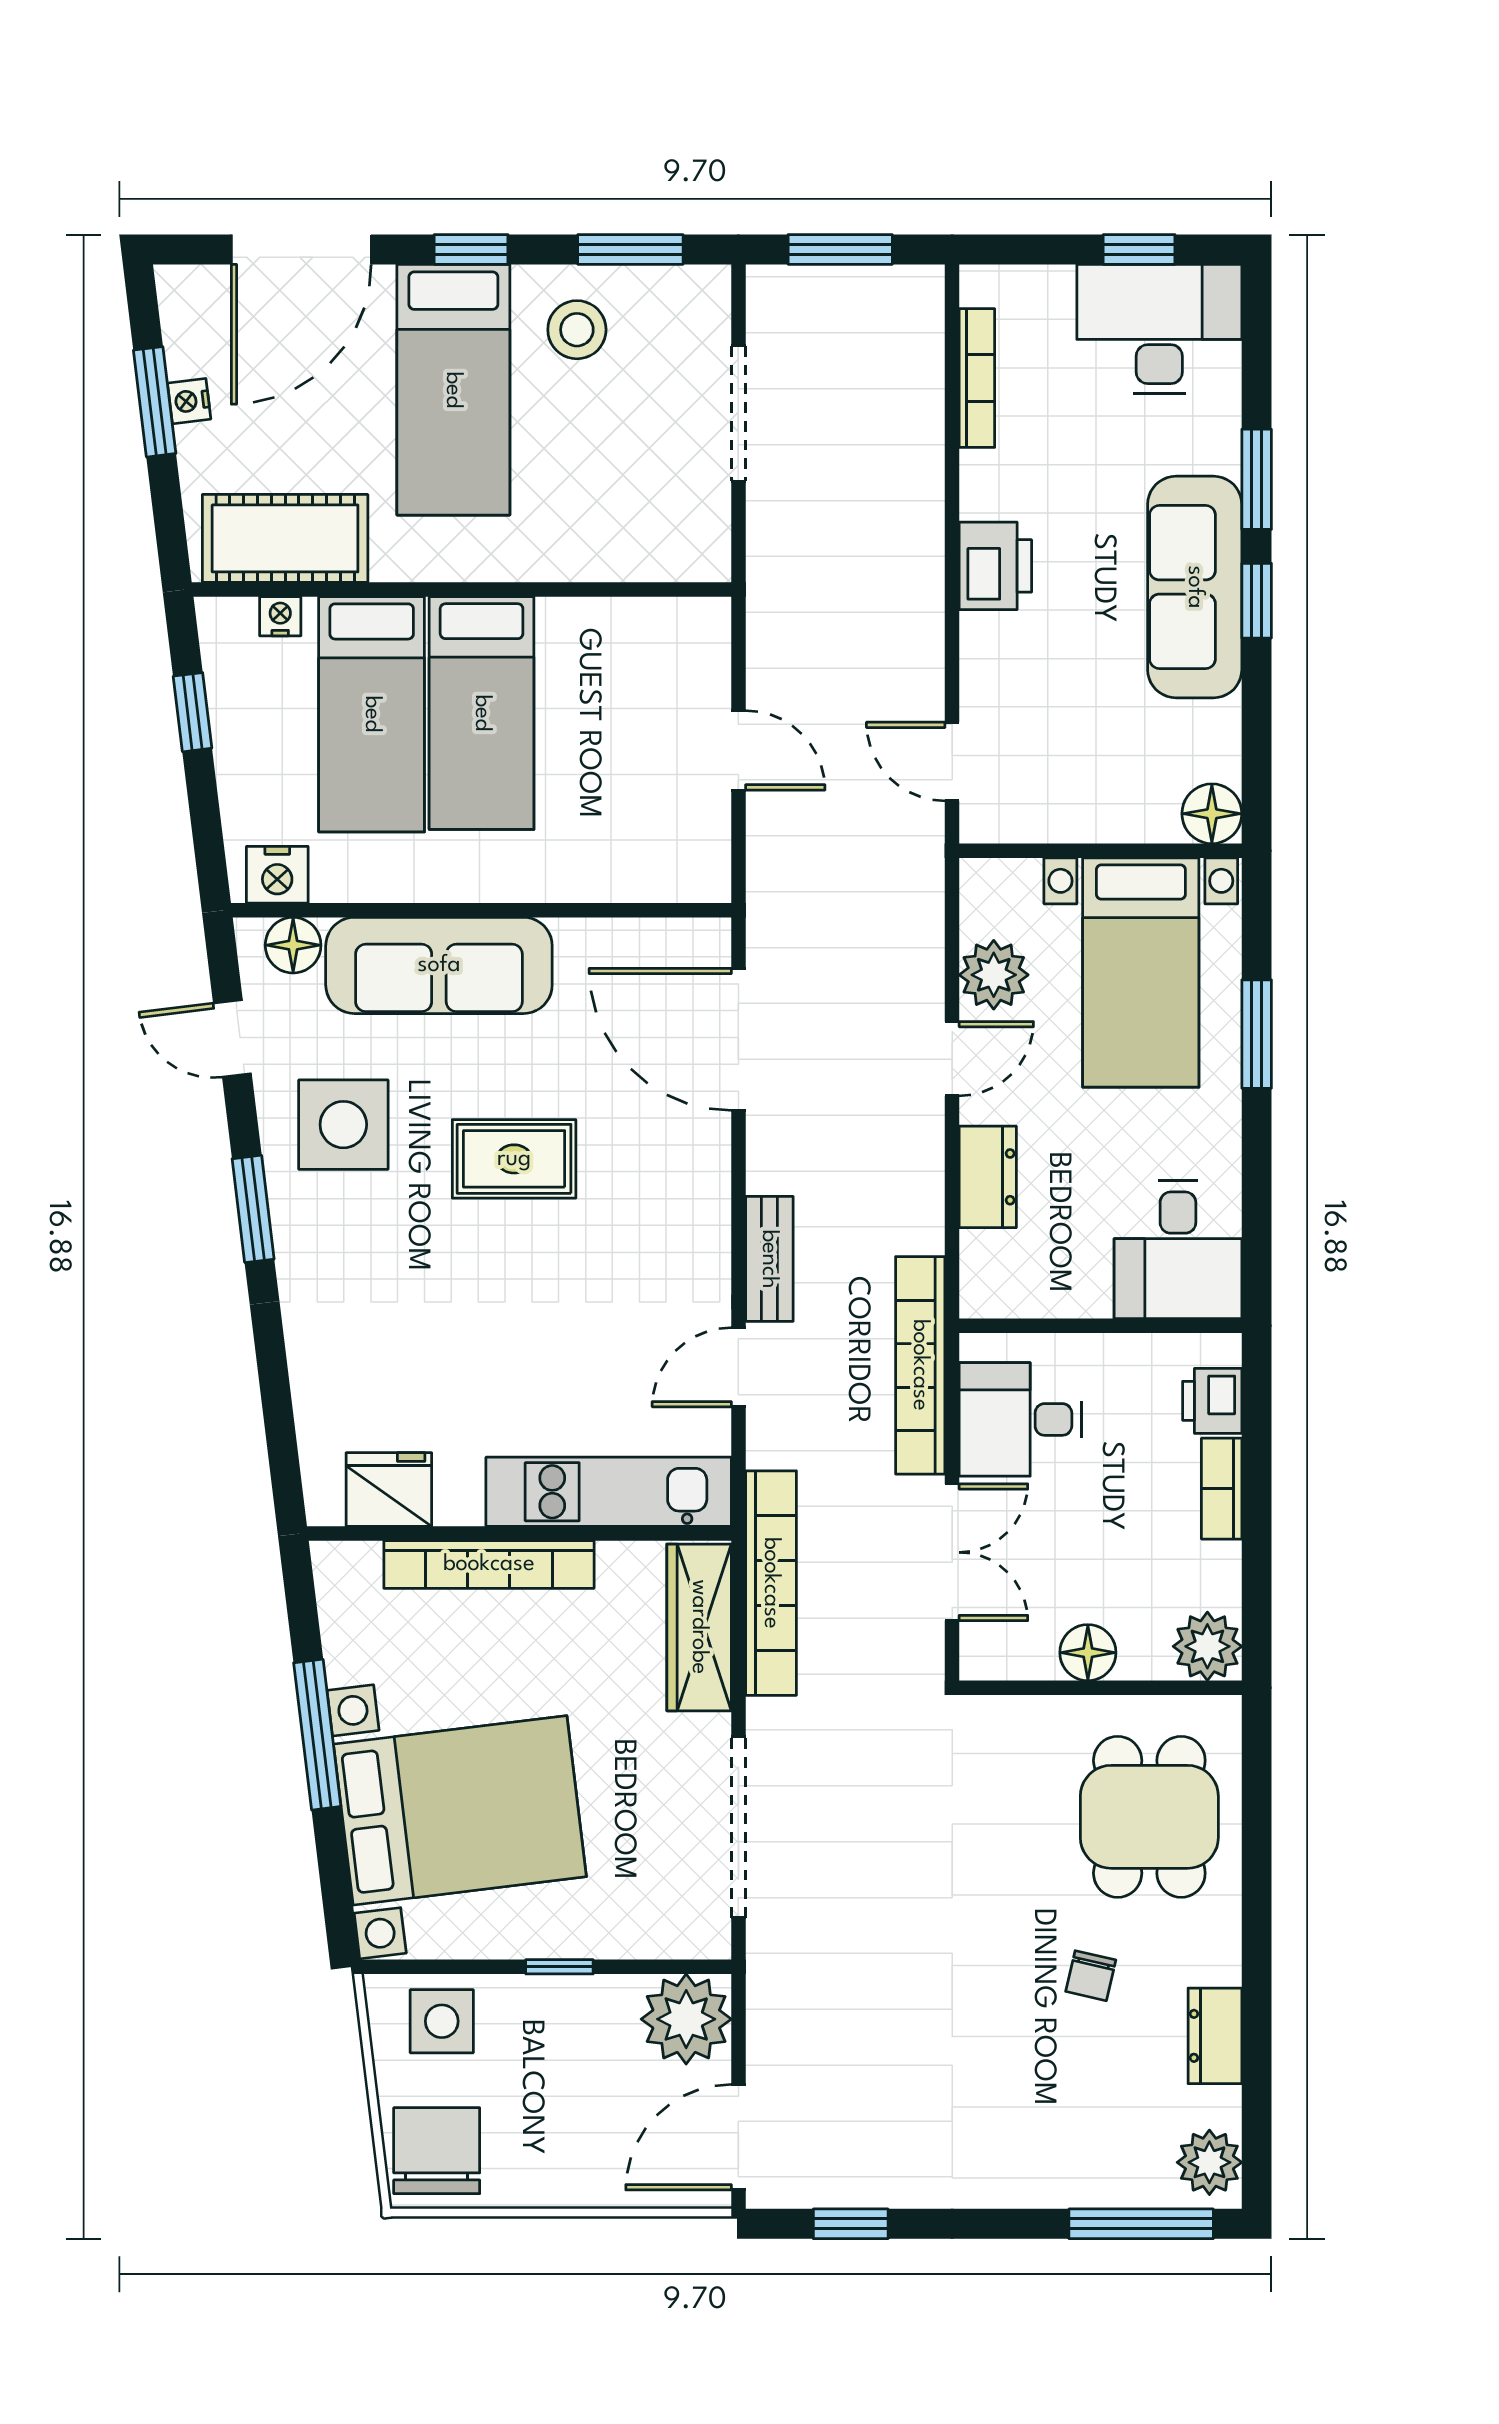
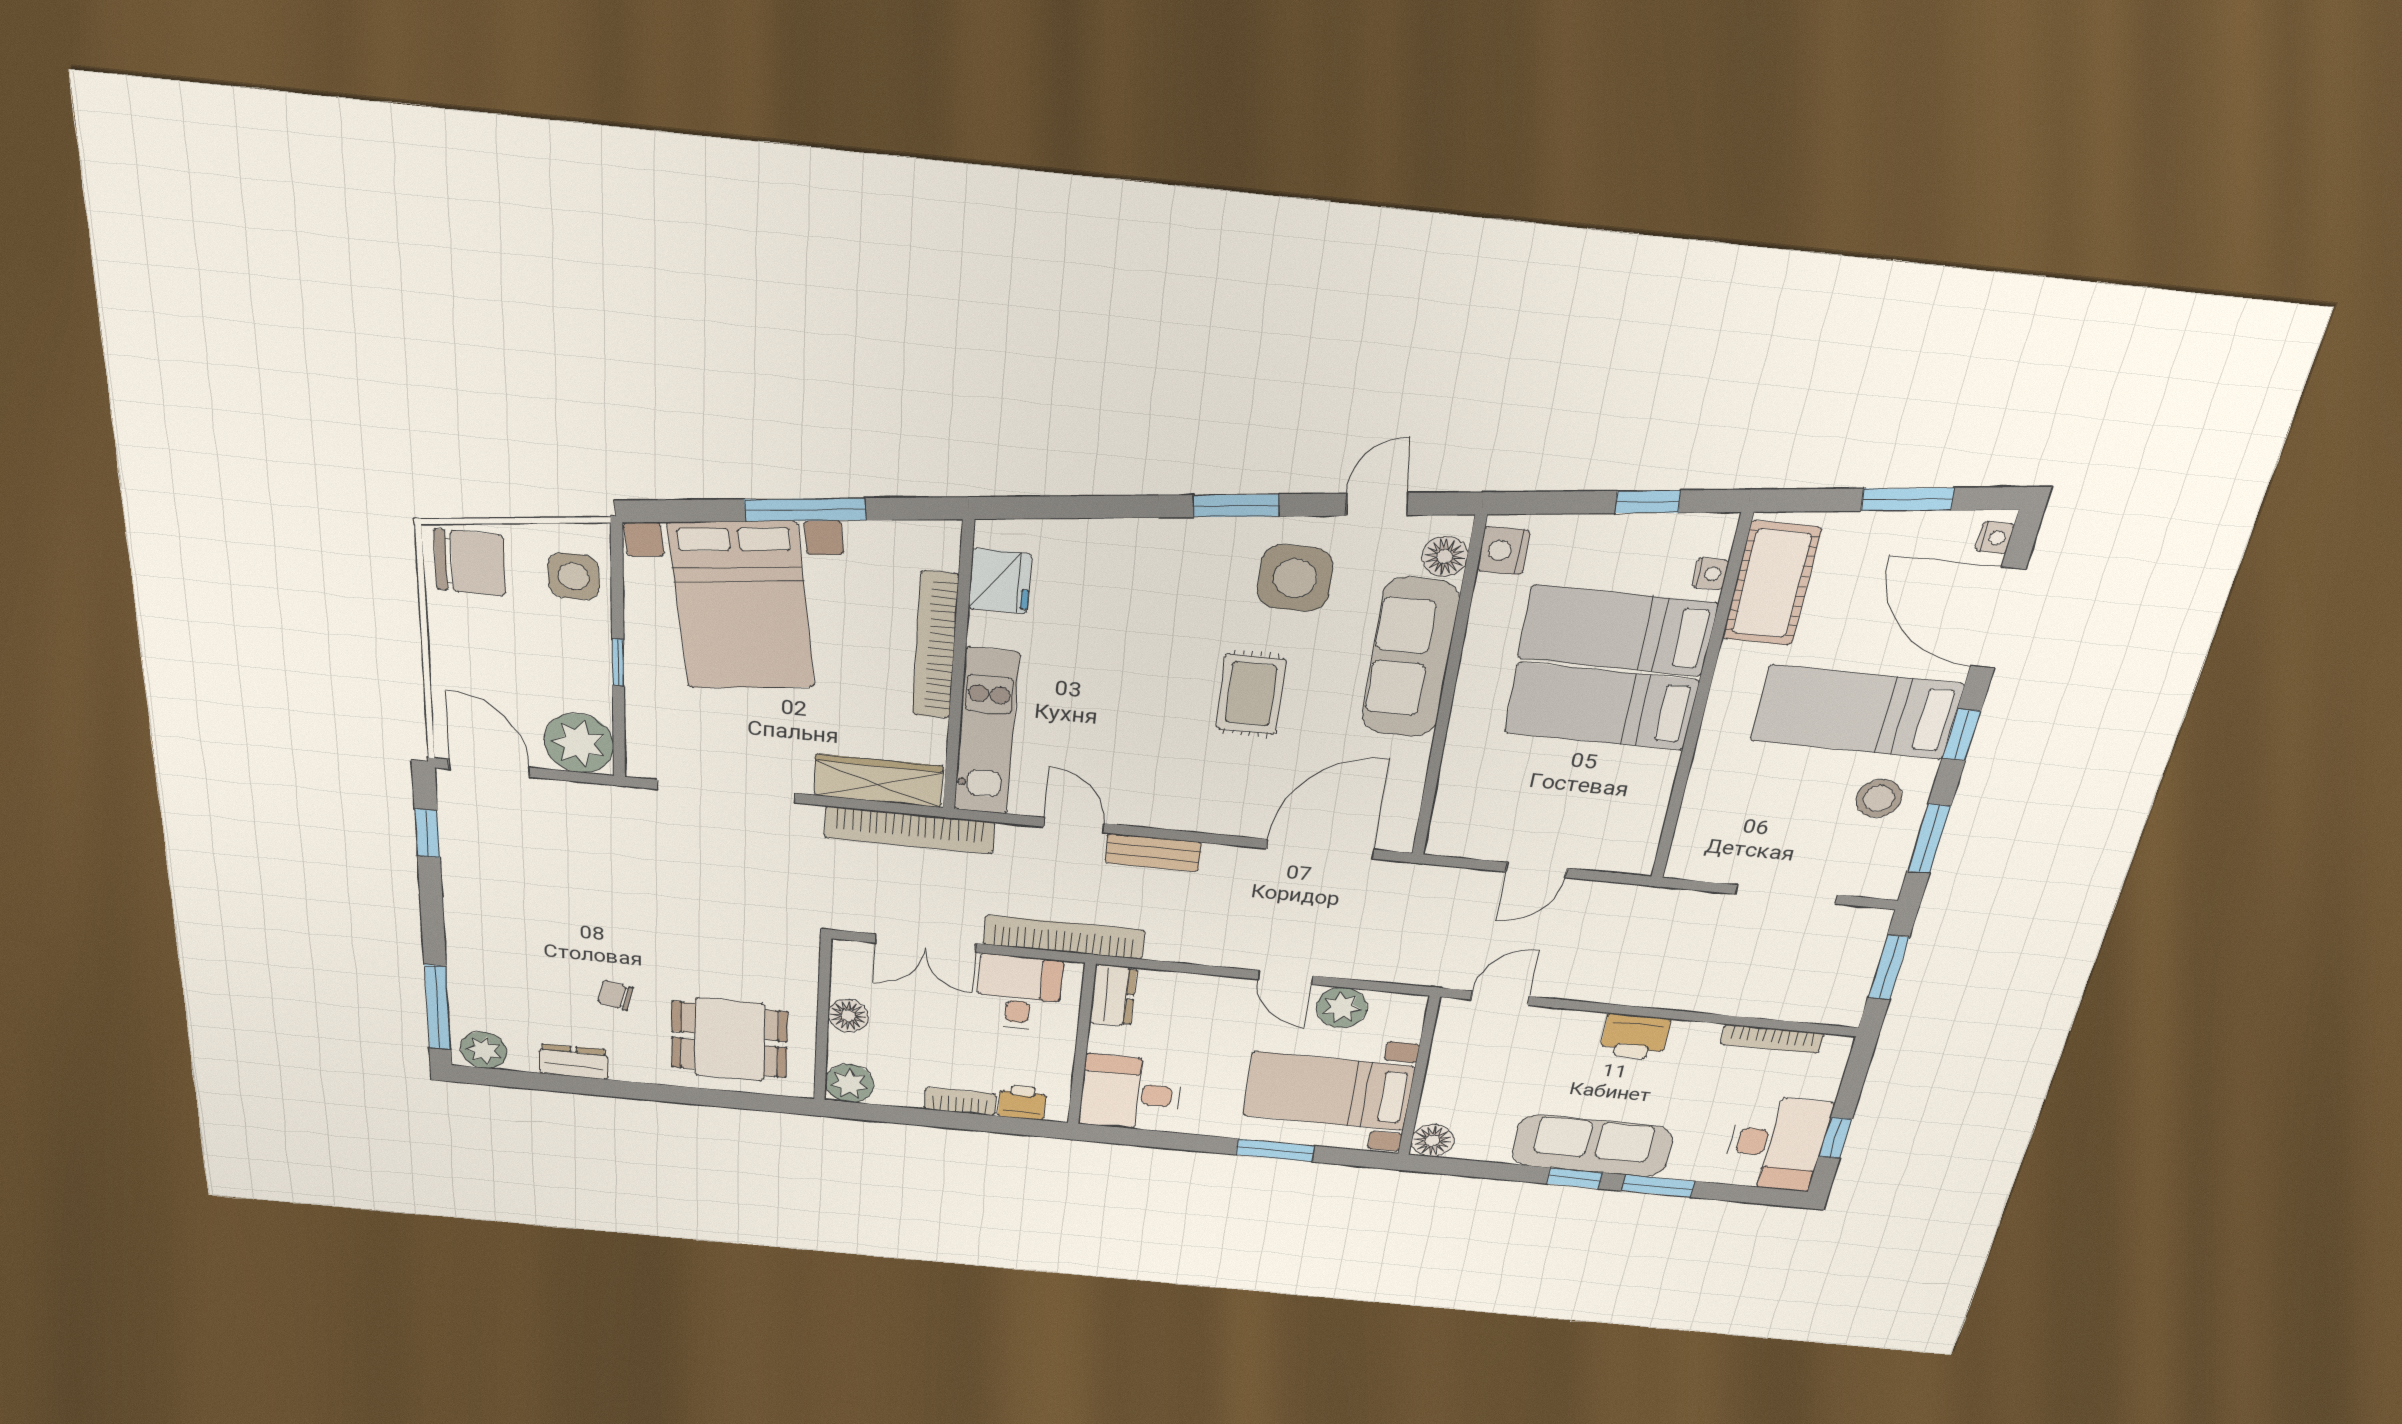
nightstand: (189, 401) -> (1995, 537), moved, turned 97
dresser: (988, 1177) -> (1113, 995), moved, turned -90

